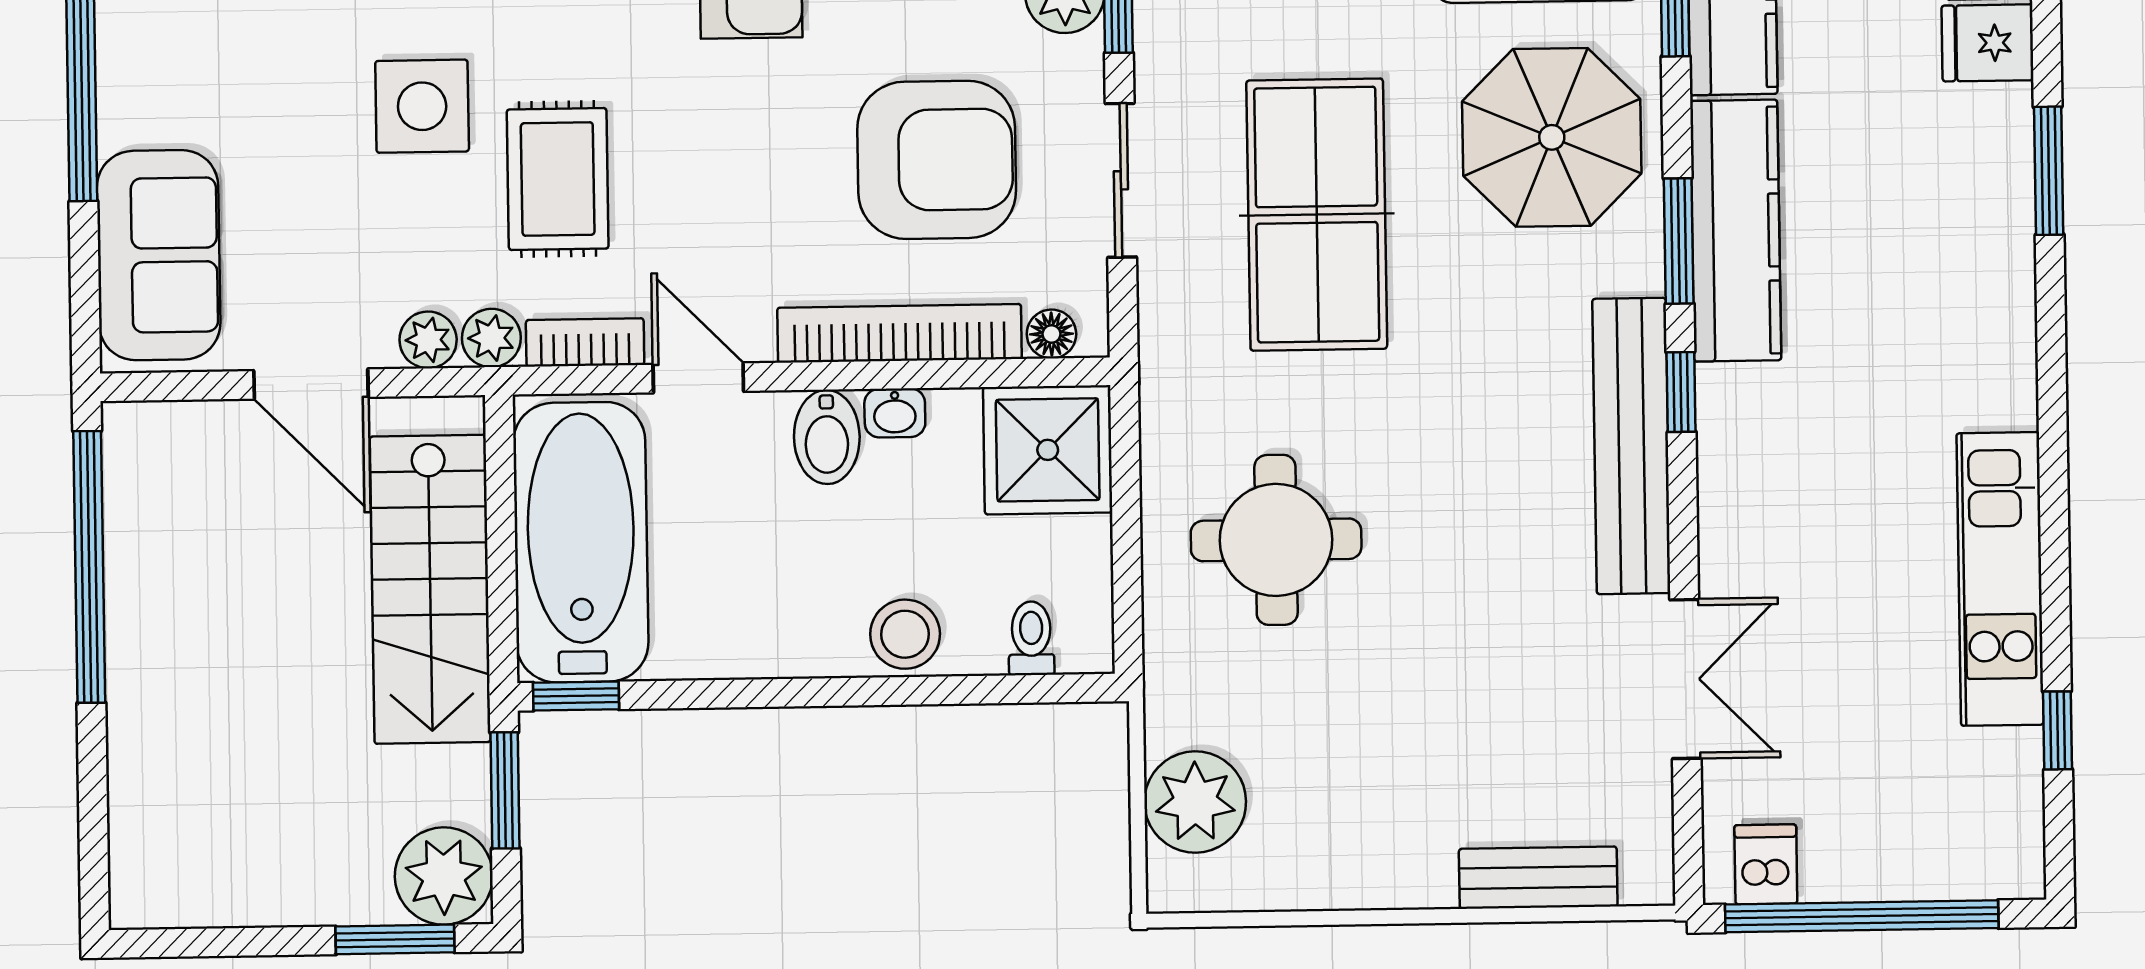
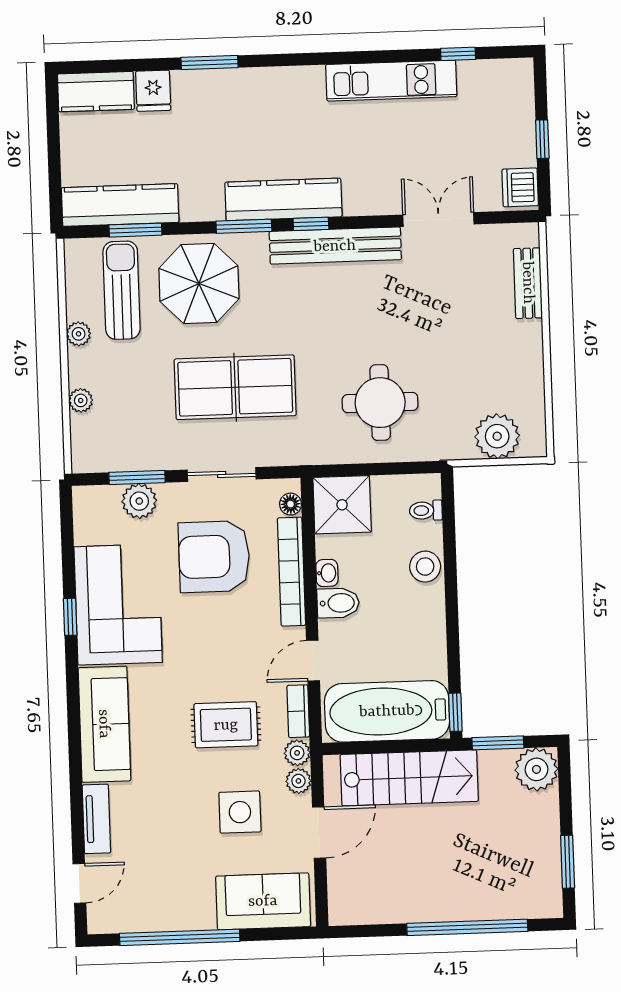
side table: (422, 106) -> (240, 812), moved
armchair: (937, 160) -> (214, 557), turned -90
kitchen counter: (1736, 231) -> (283, 199), moved
window: (89, 567) -> (467, 927), moved
dishwasher: (1766, 864) -> (520, 187), width x1.38
window: (1862, 916) -> (542, 139), width x0.32
window: (395, 939) -> (568, 862), moved

